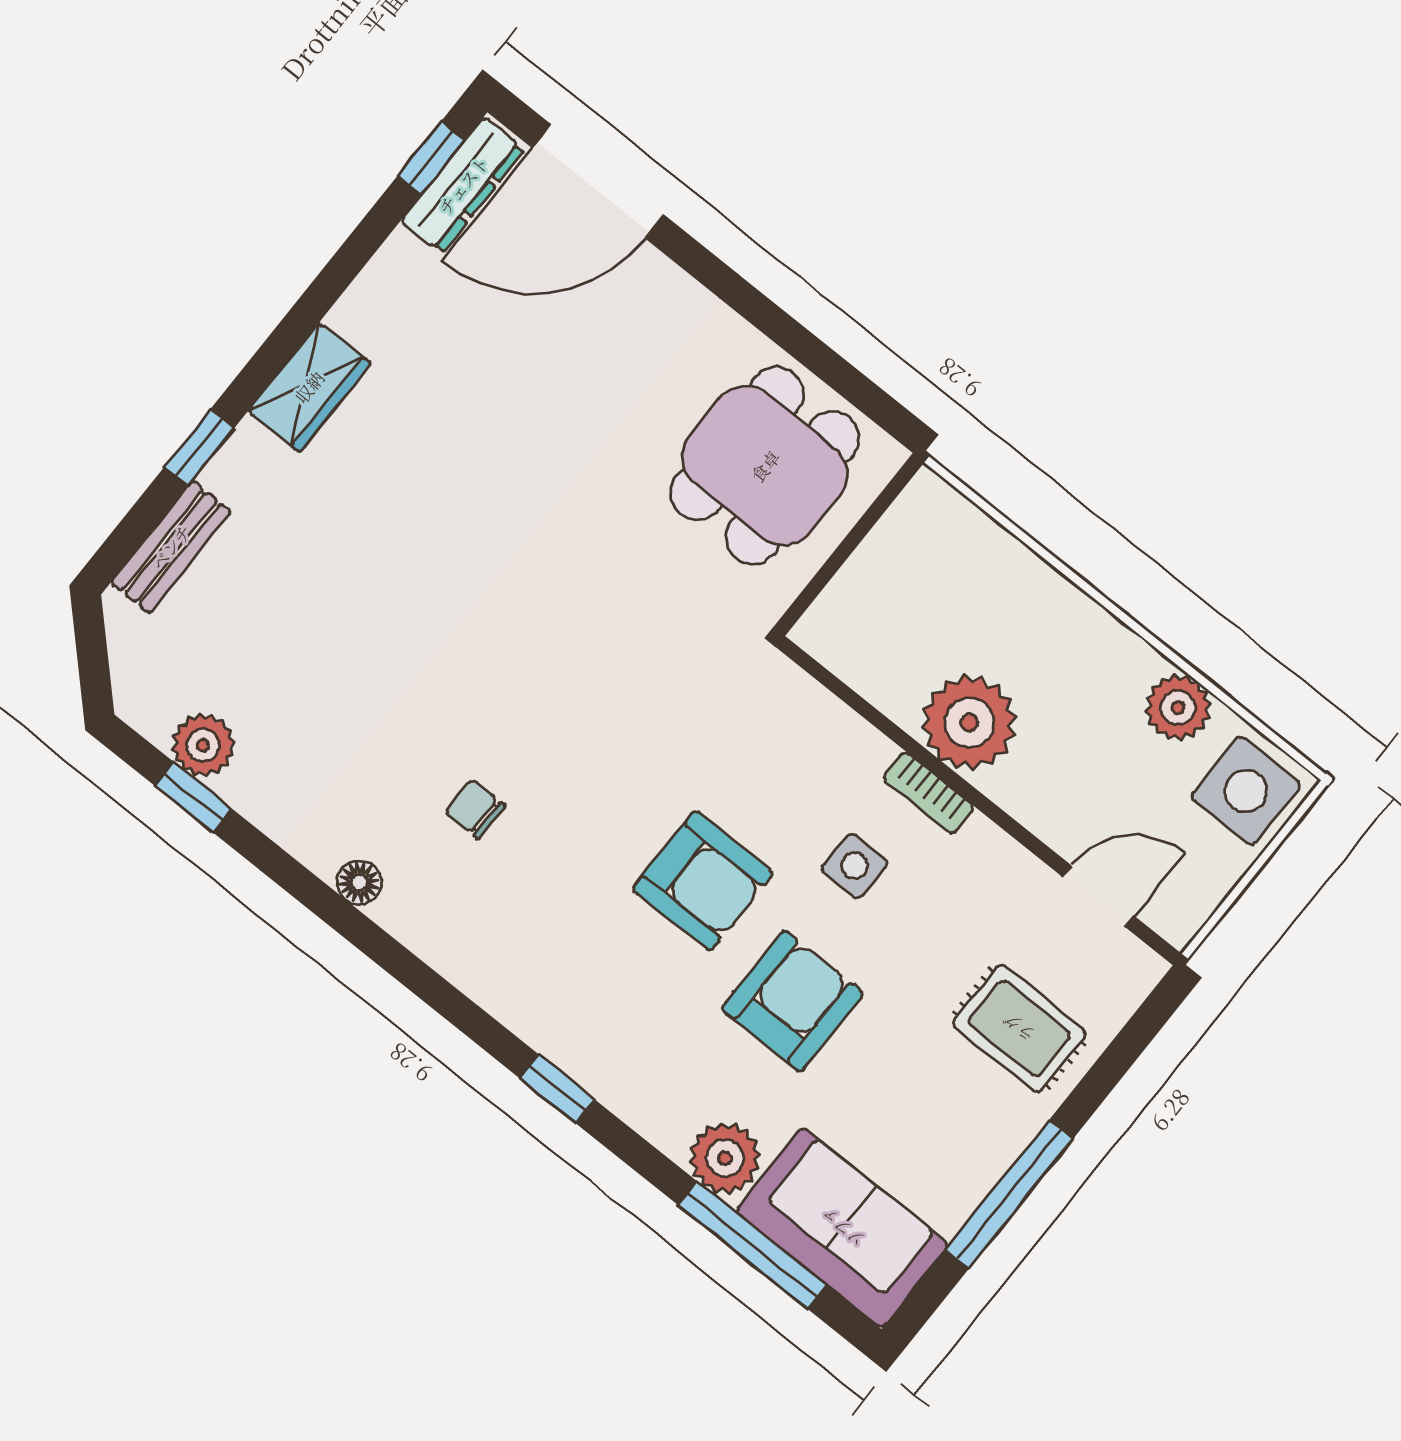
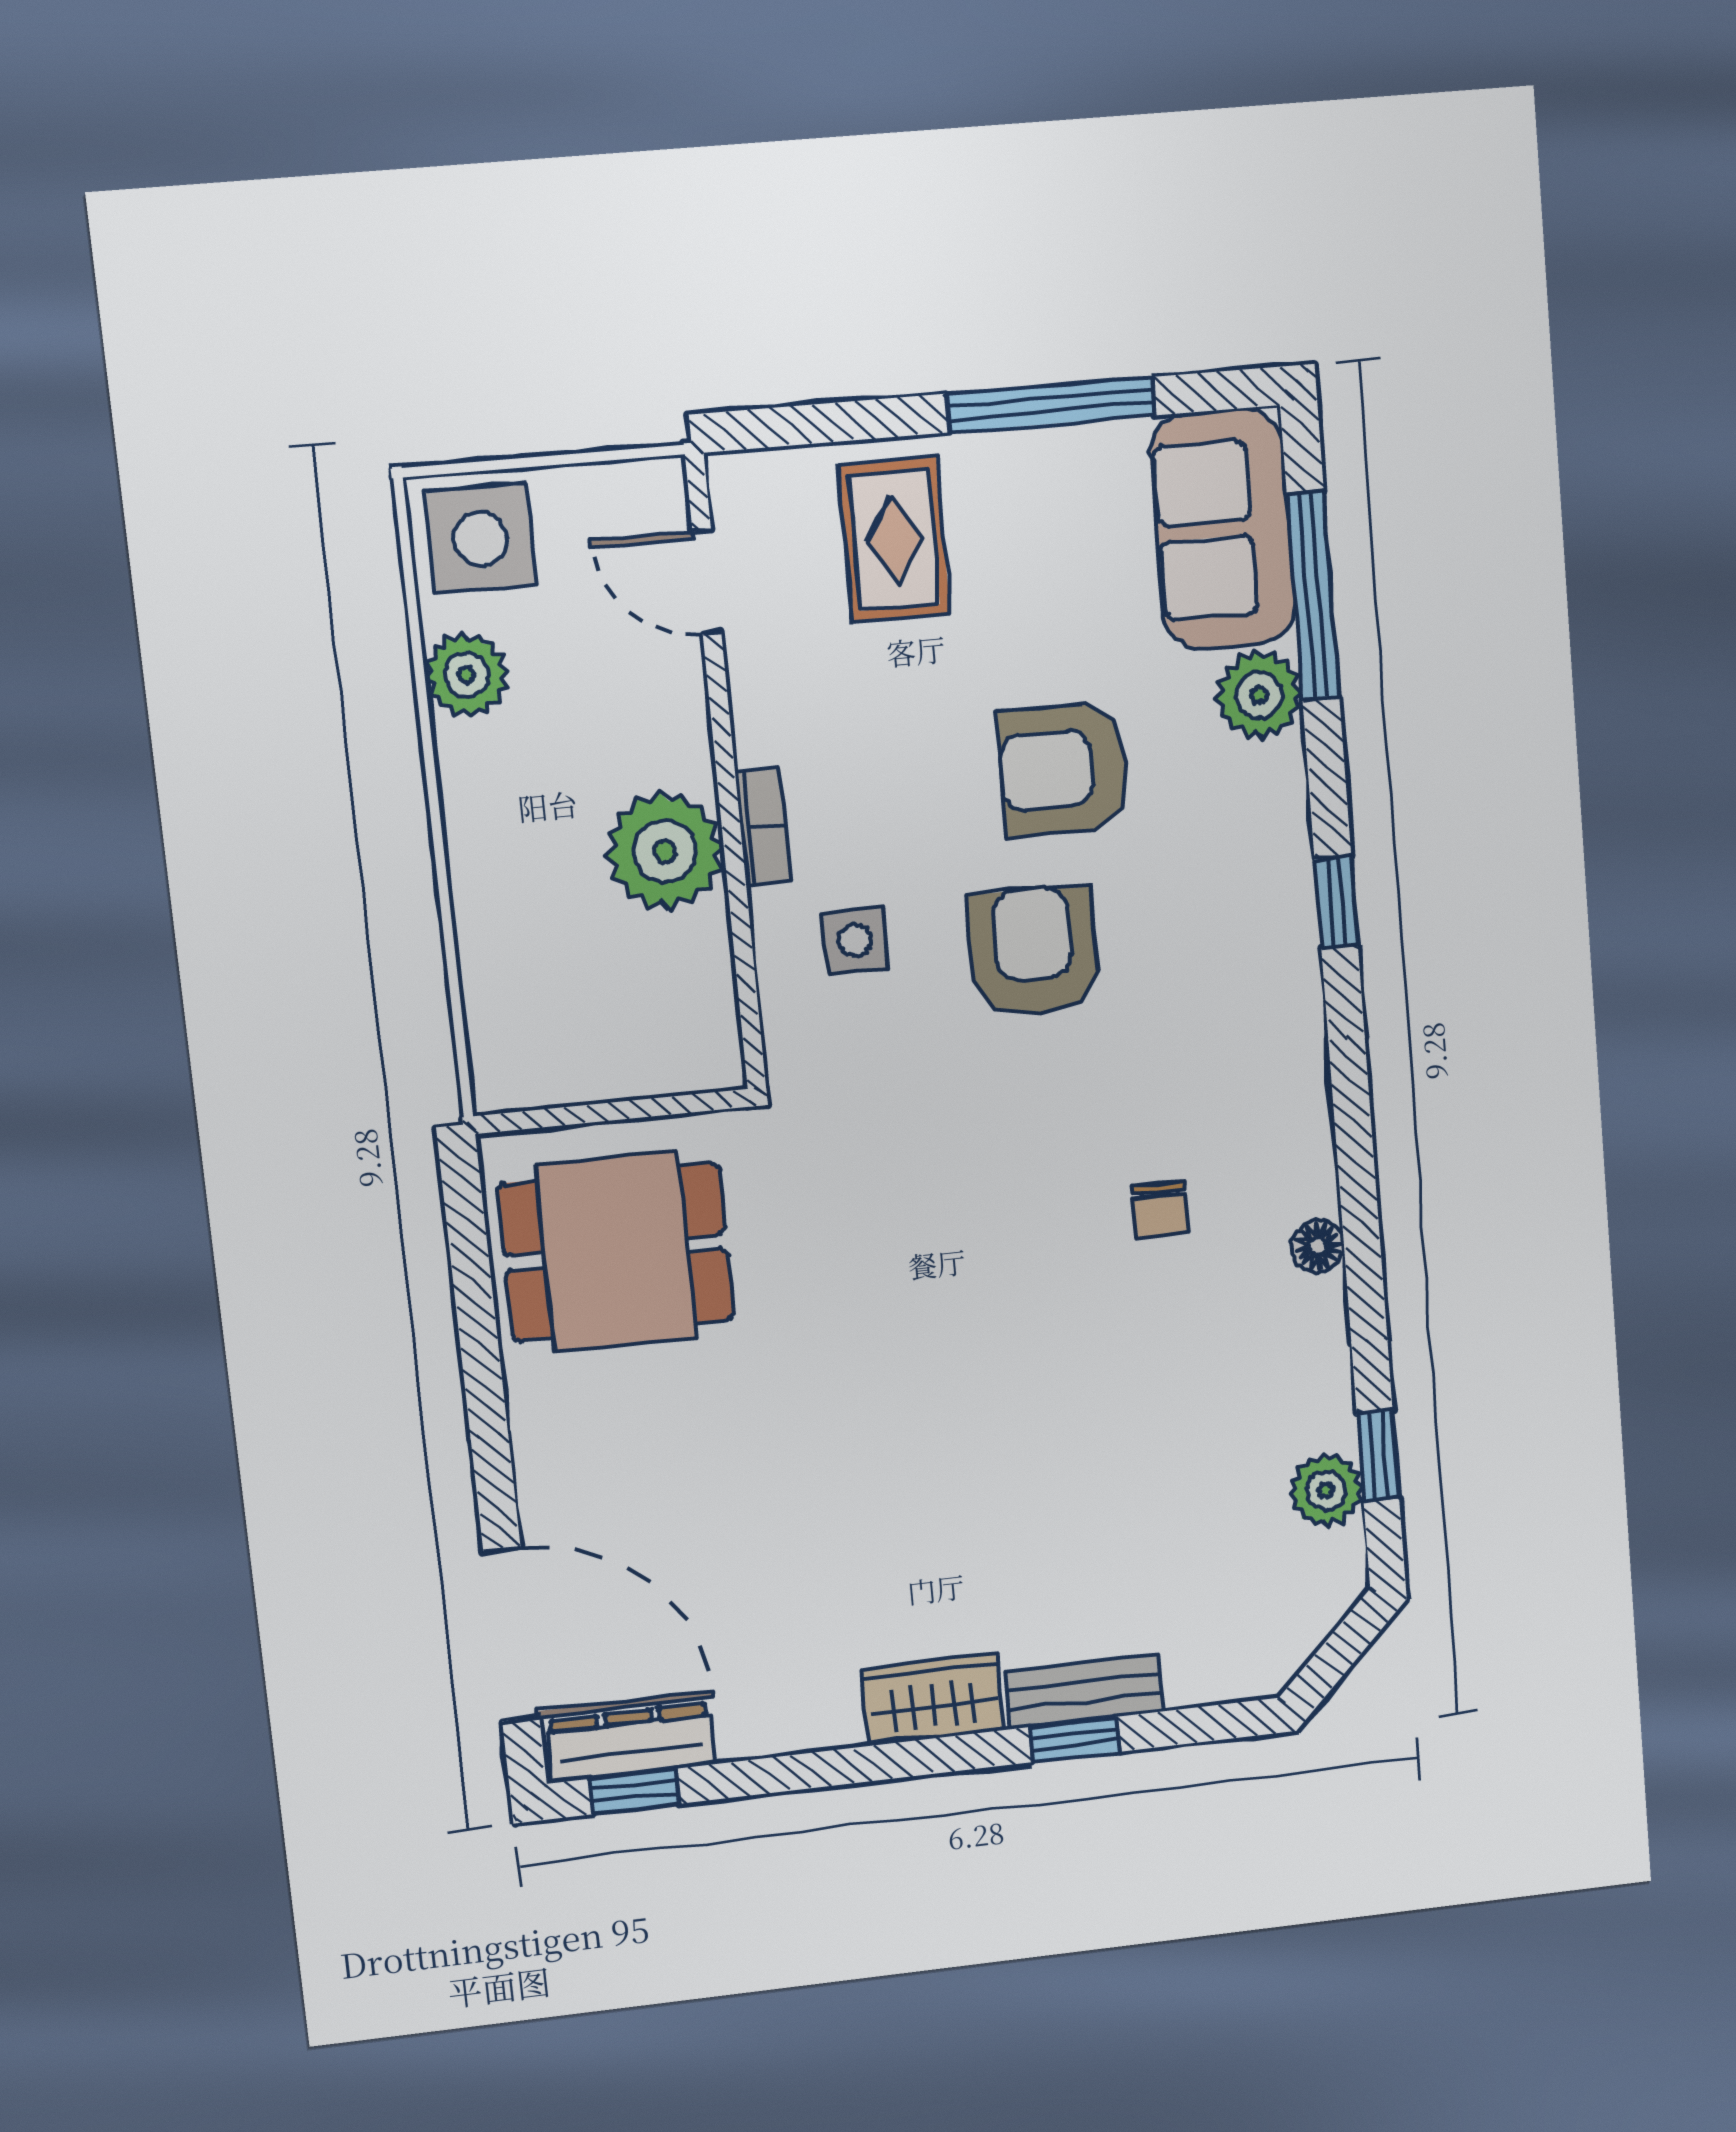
bench: (171, 547) -> (1085, 1692), moved
side table: (854, 866) -> (855, 940), moved

